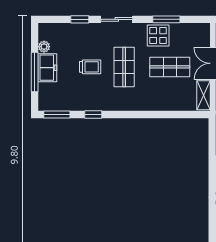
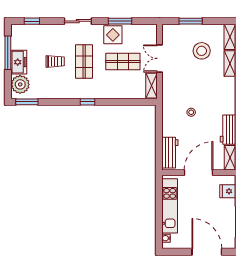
window: (80, 19) -> (32, 21), moved
plant: (44, 47) -> (20, 84), moved, width x1.88, depth x1.88
window: (35, 72) -> (8, 53), moved
window: (93, 115) -> (87, 102), moved

